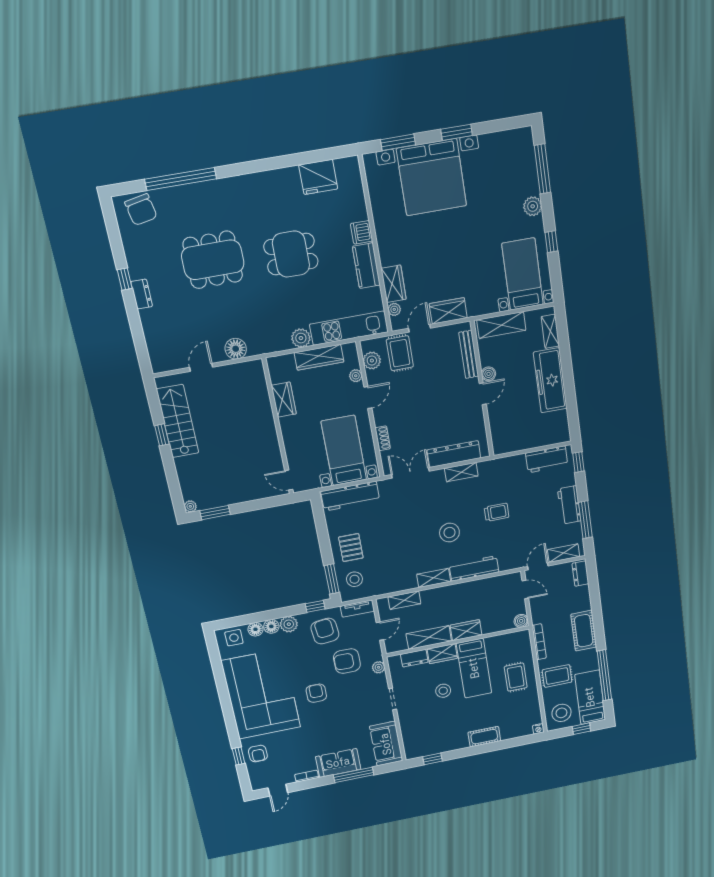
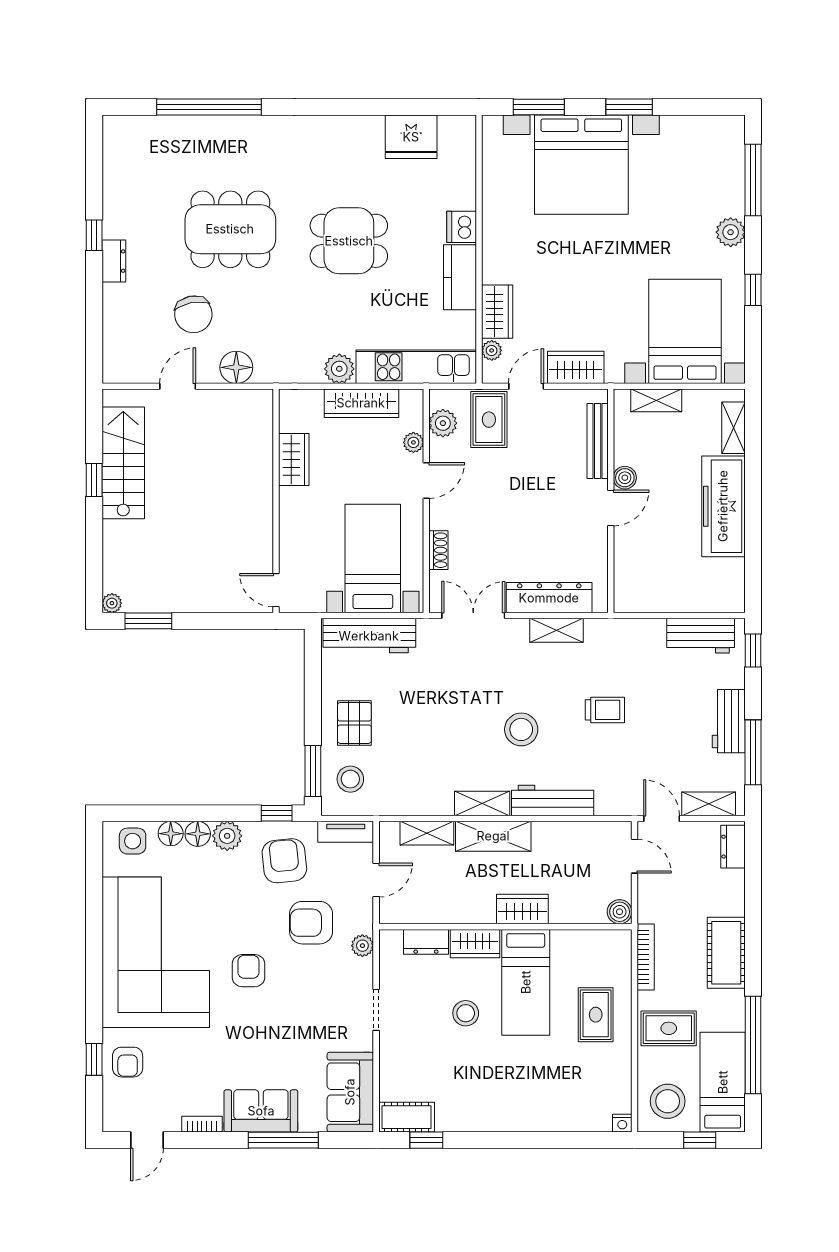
chair: (141, 210) -> (193, 314), moved
bed with nightstands: (523, 274) -> (685, 331), width x1.36
shelving: (501, 325) -> (656, 400), width x0.67, depth x0.75
door: (538, 566) -> (662, 819), hinge flipped
shelving: (429, 637) -> (493, 836), moved
cot: (484, 737) -> (407, 1117), moved

